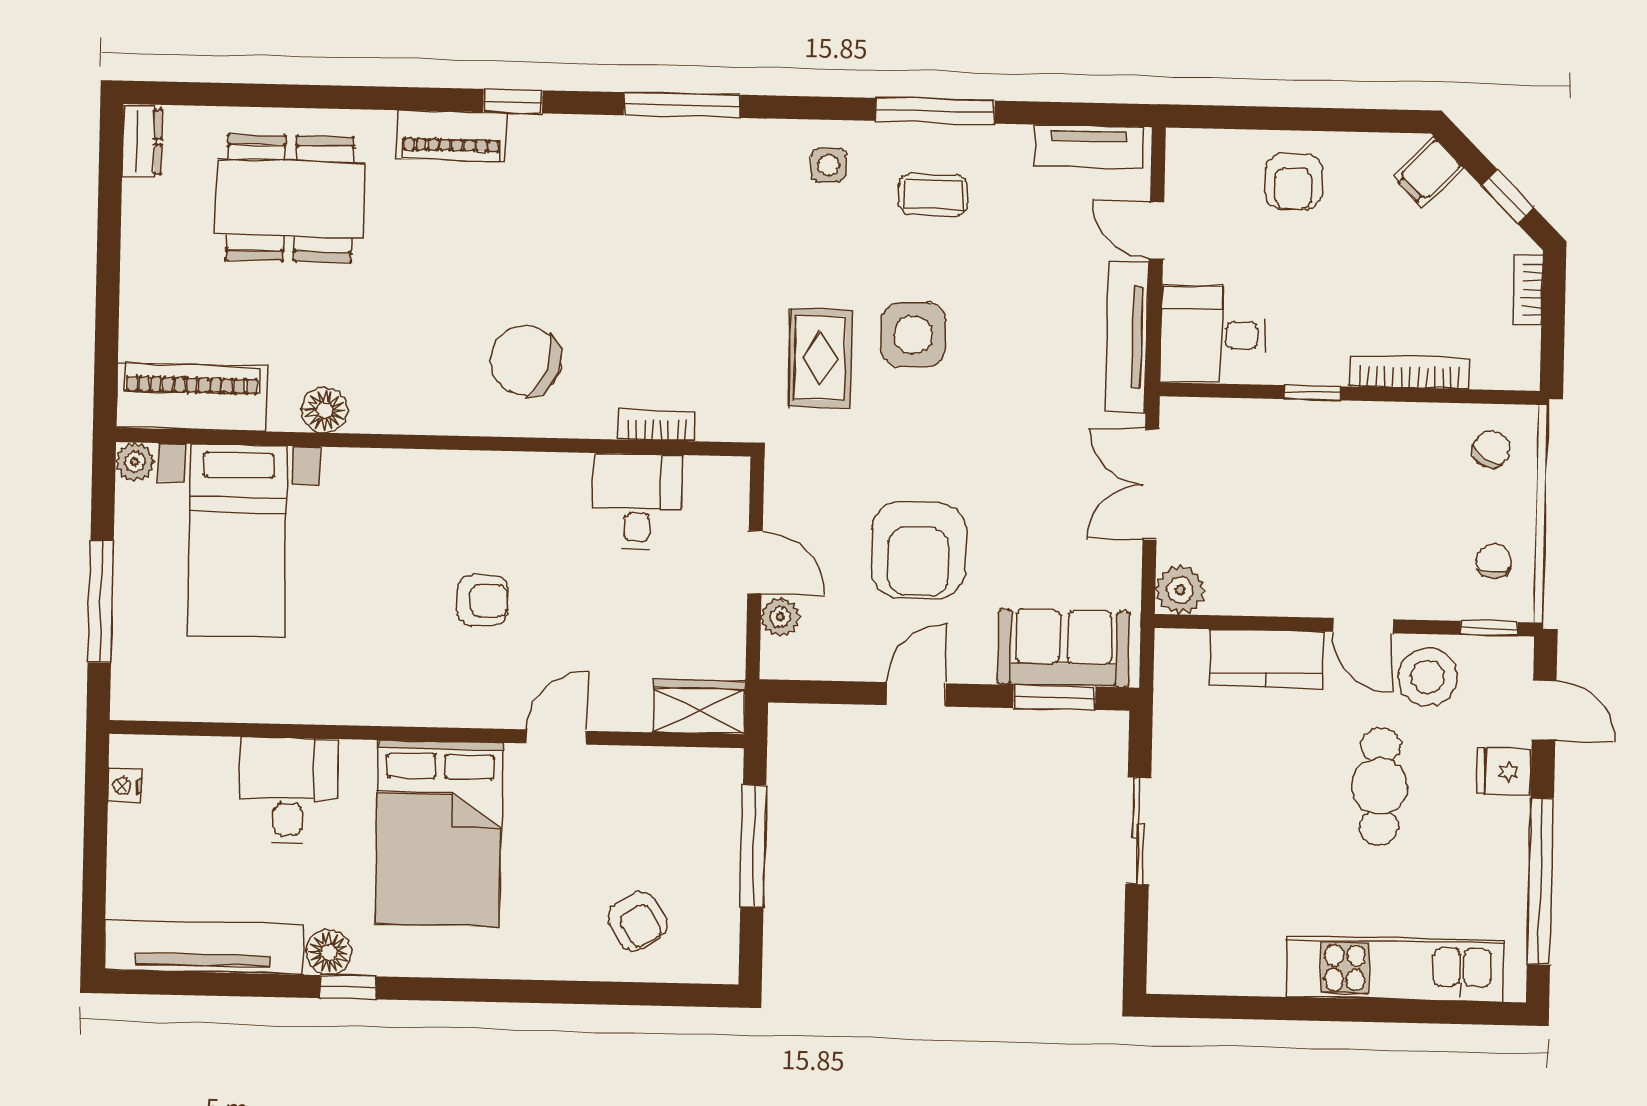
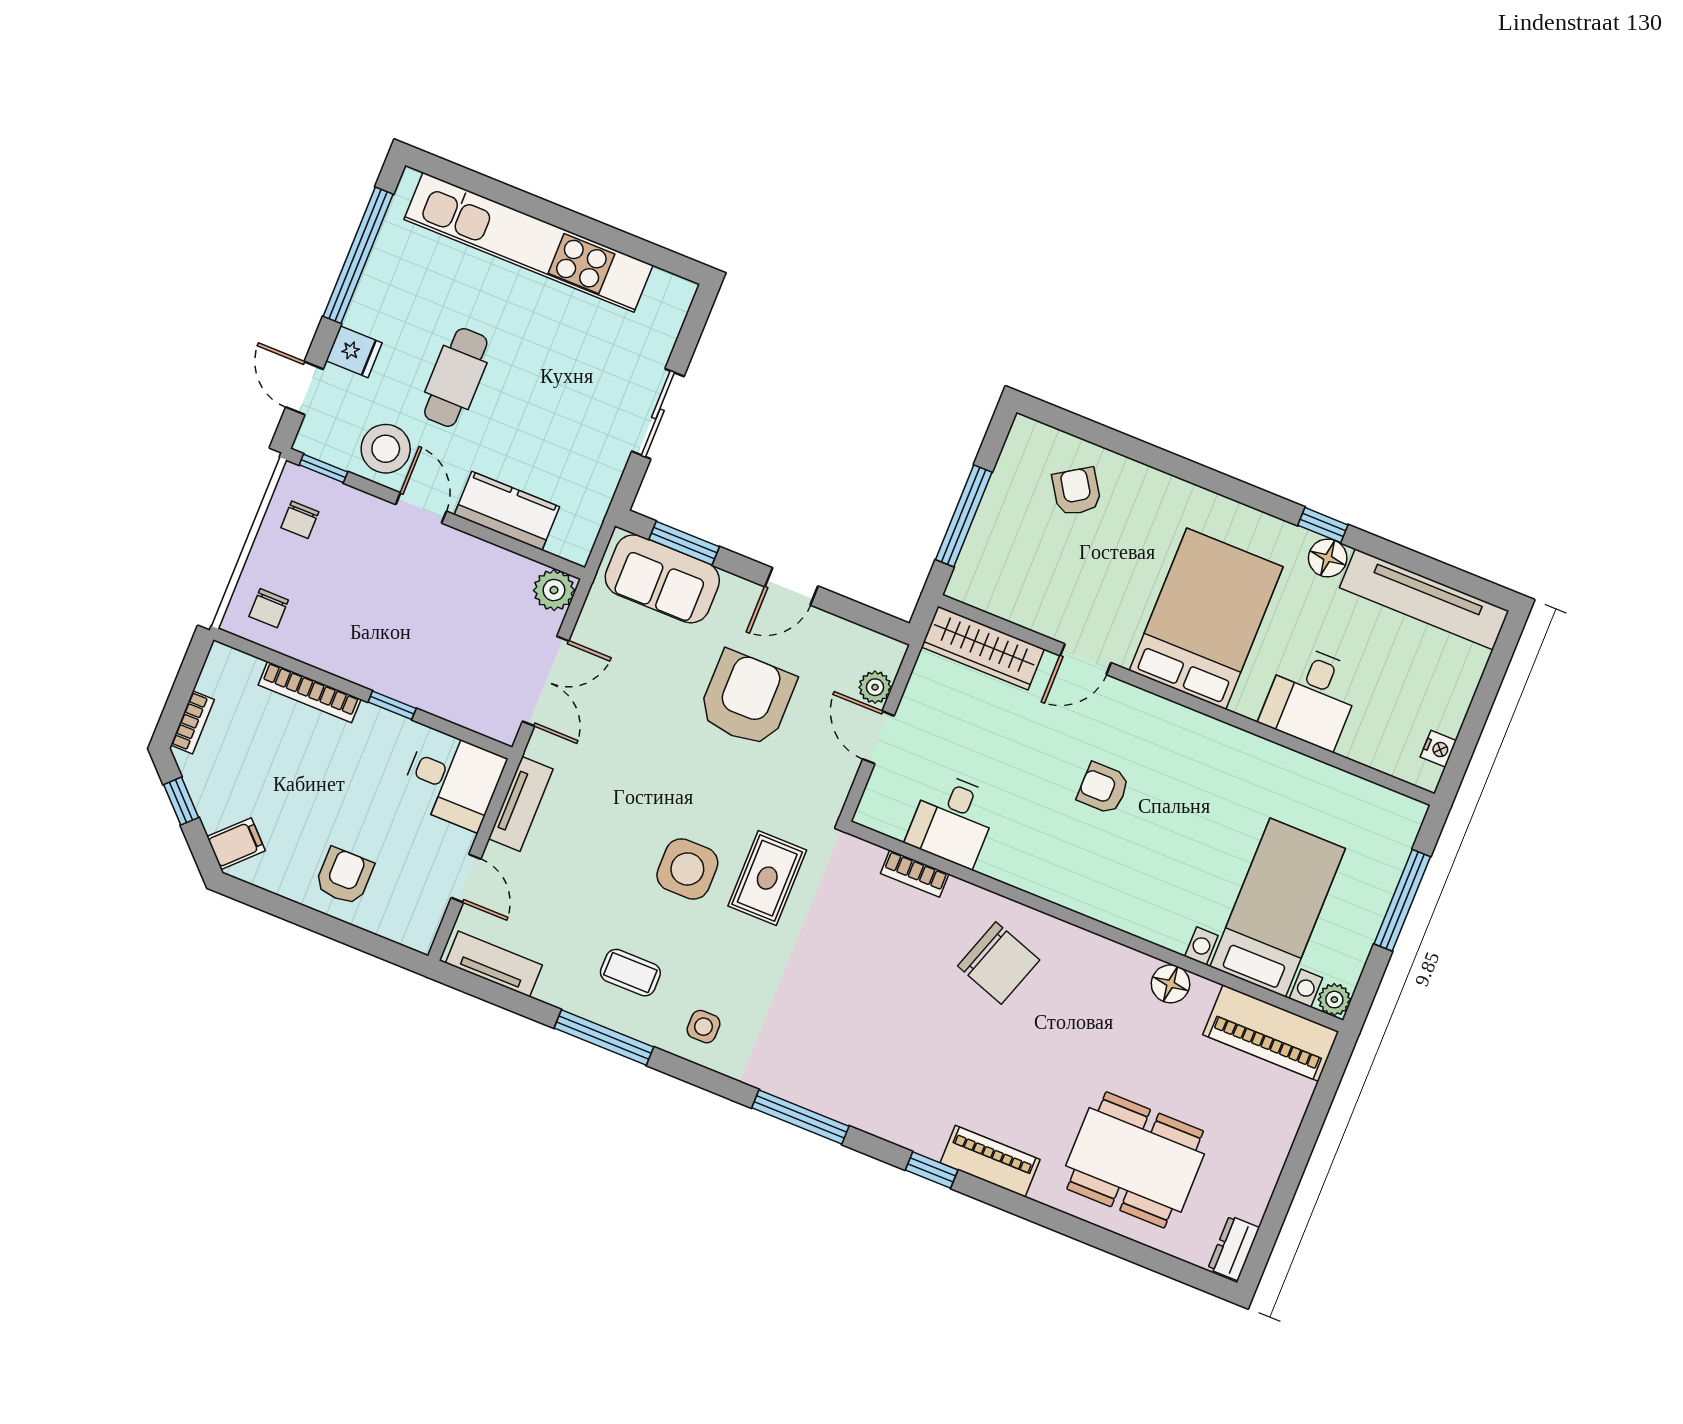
tv unit: (1127, 337) -> (521, 804), width x0.71
chair: (1491, 449) -> (269, 608), turned -31
wardrobe: (699, 707) -> (983, 648), width x1.50
kitchen unit: (1395, 969) -> (529, 242), width x1.36

